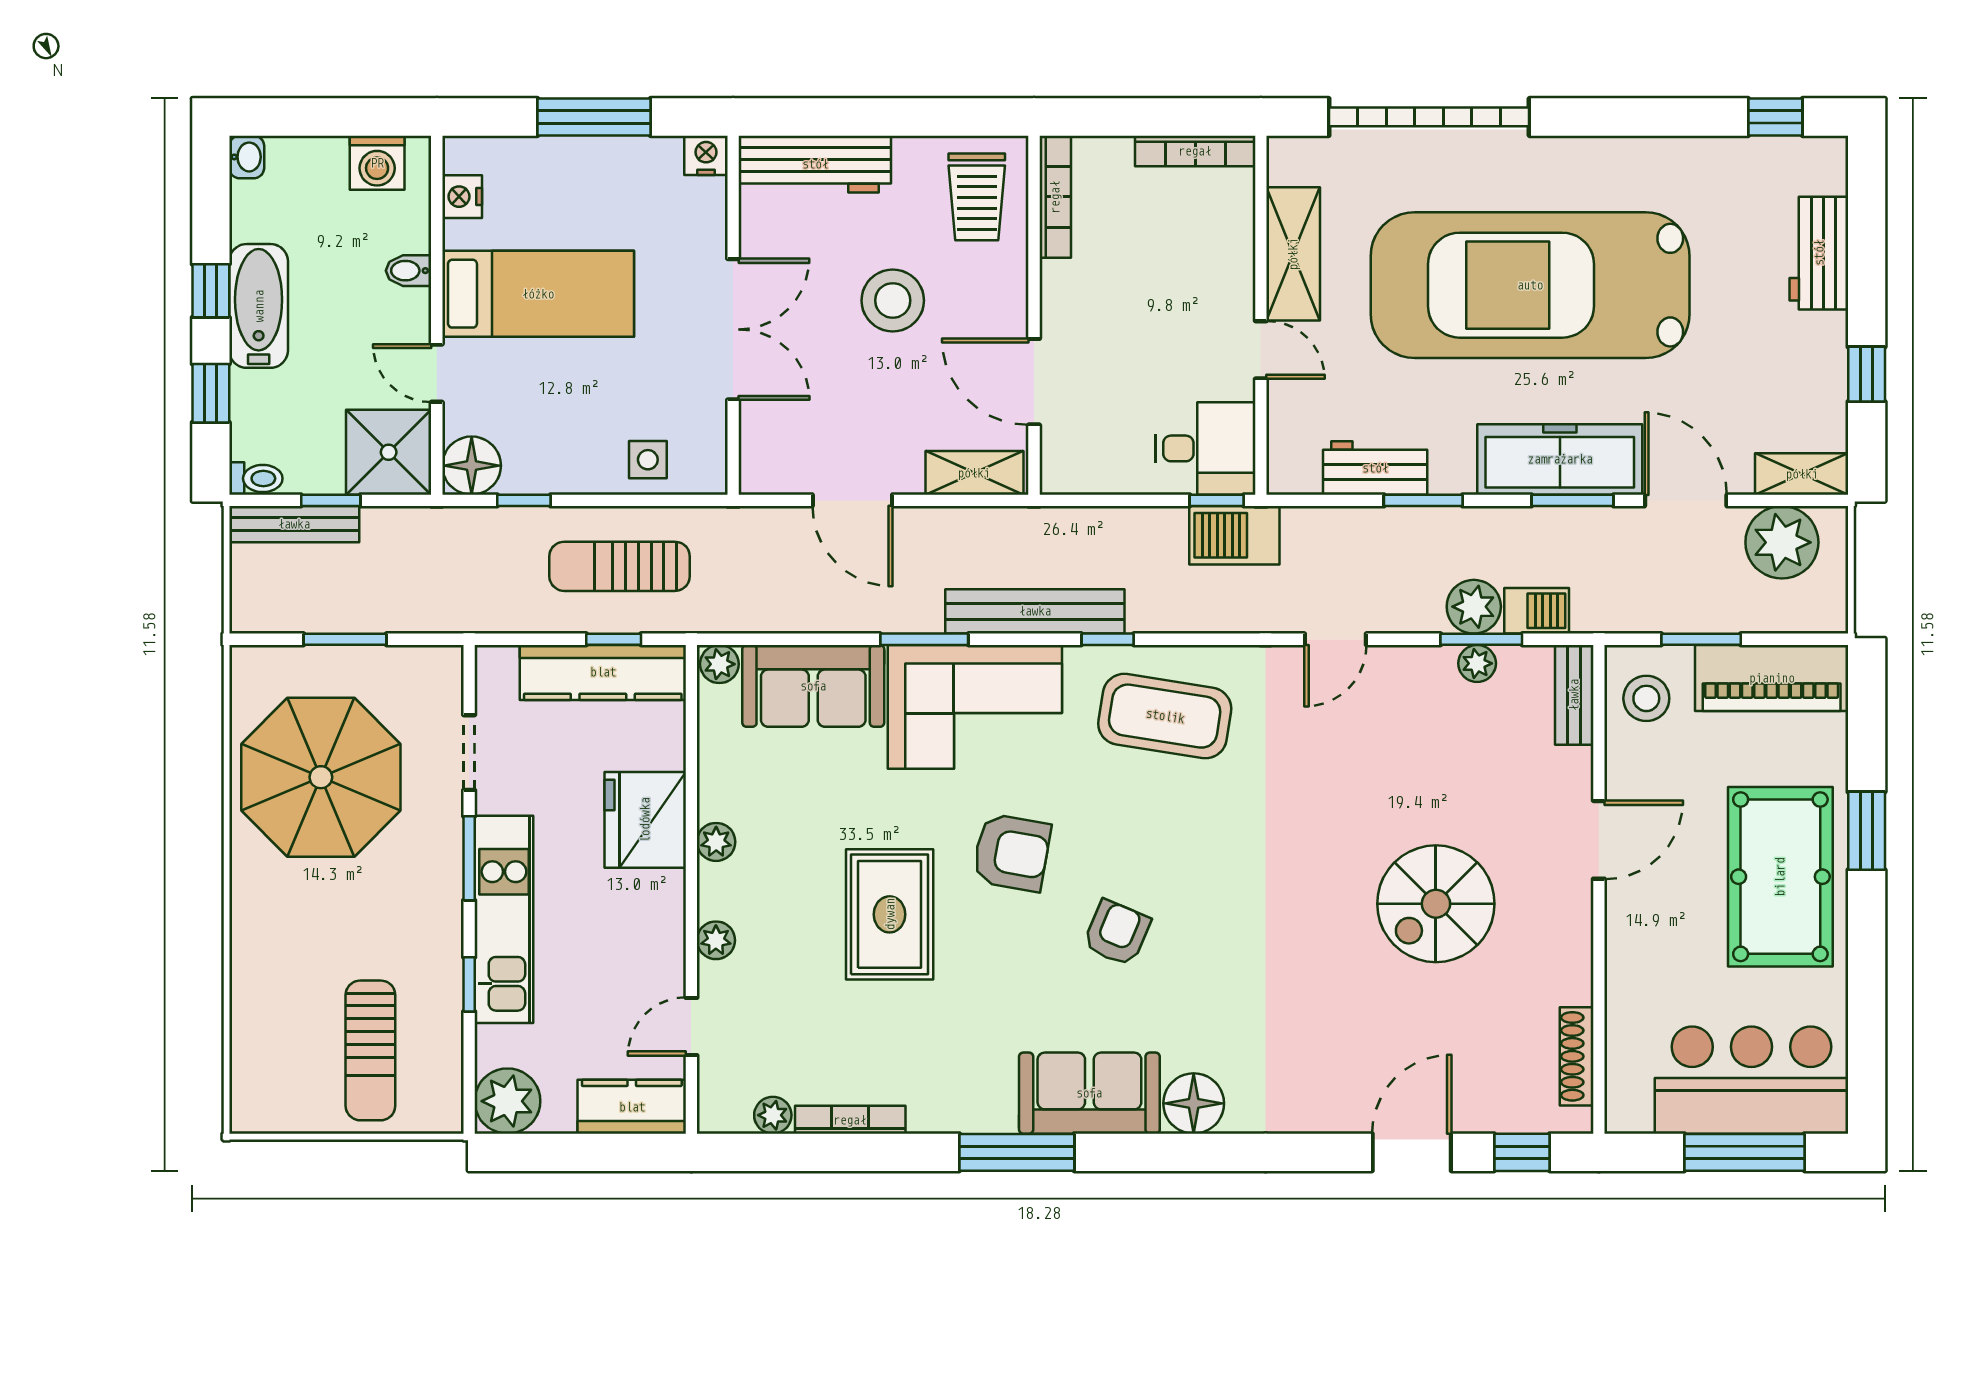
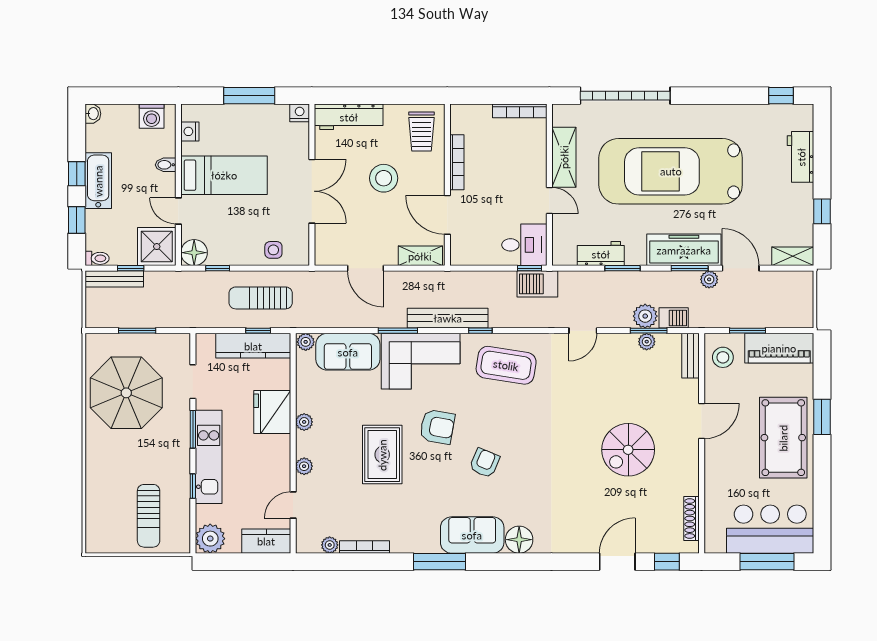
bookcase: (1055, 197) -> (457, 162), moved
plant: (1782, 542) -> (709, 279), moved, width x0.53, depth x0.53

